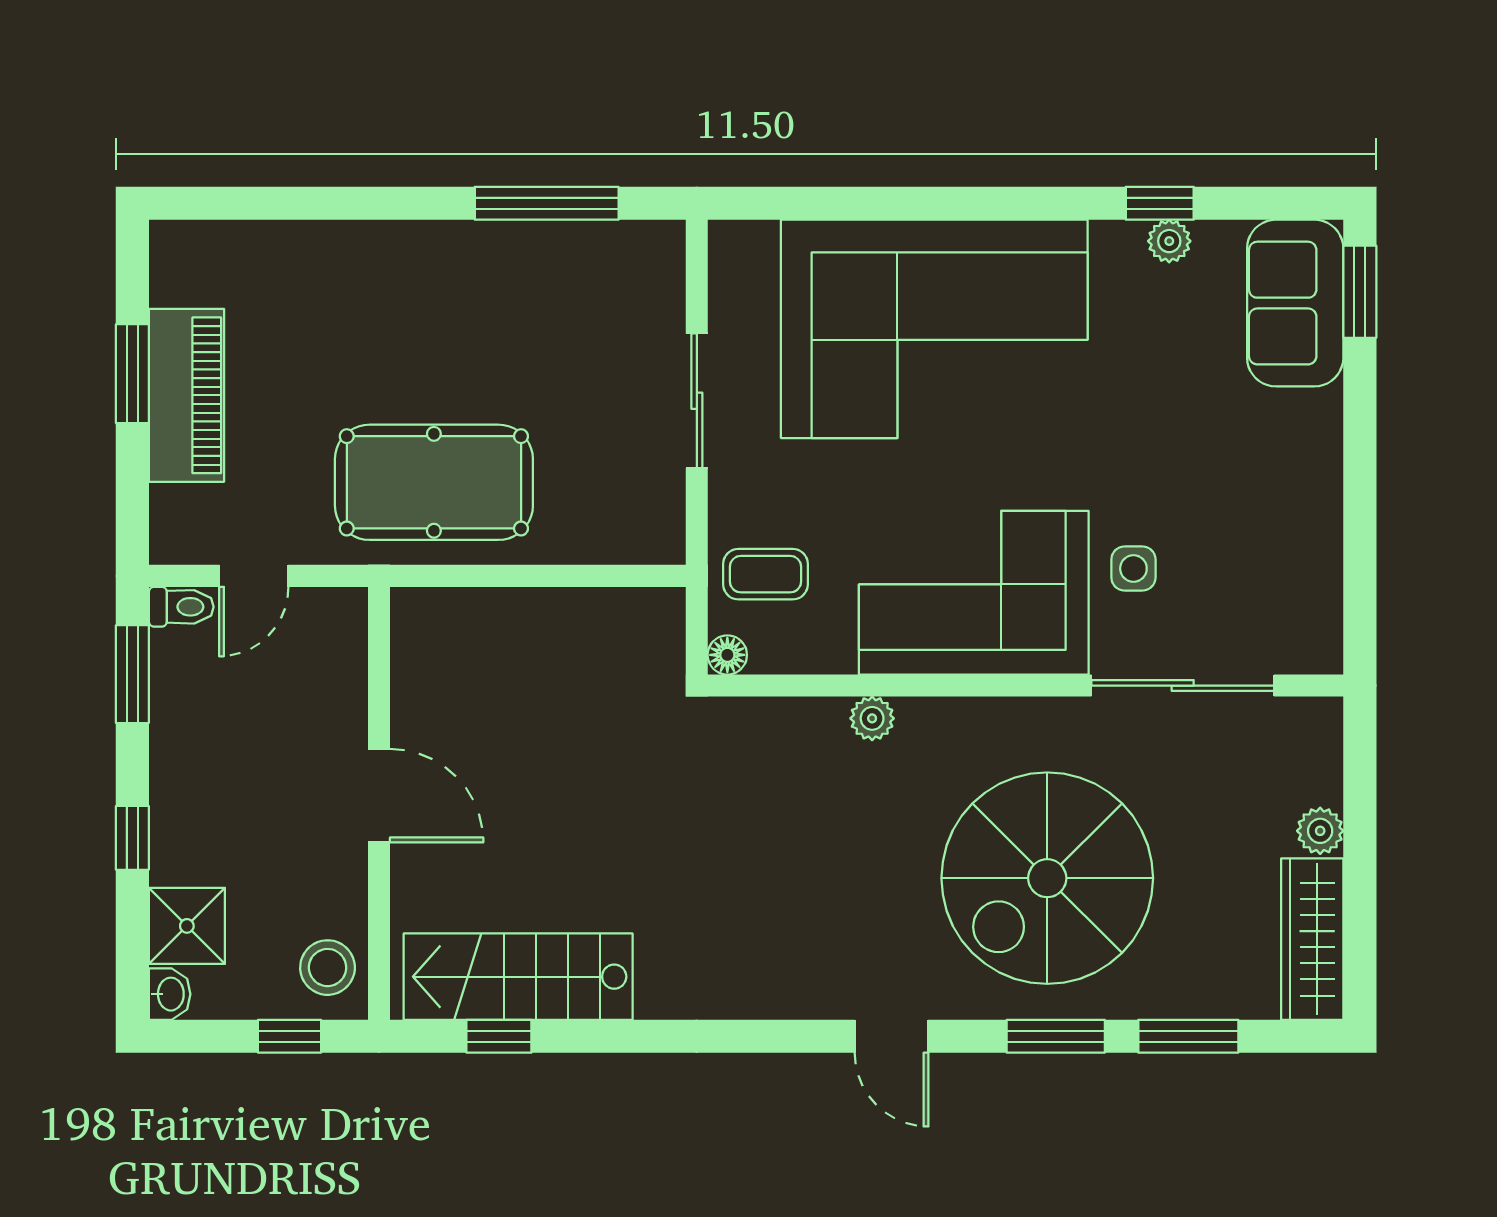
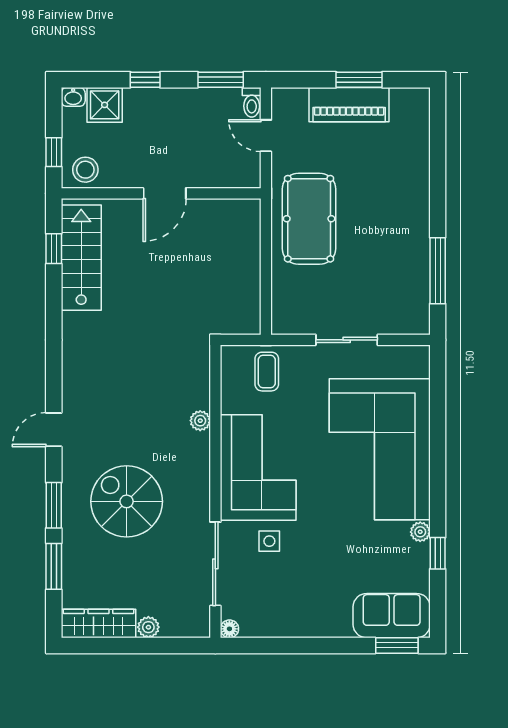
plant: (1169, 241) -> (420, 532), moved
floor lamp: (727, 655) -> (229, 629), moved
spiral stairs: (1047, 878) -> (127, 501), width x0.73, depth x0.73

